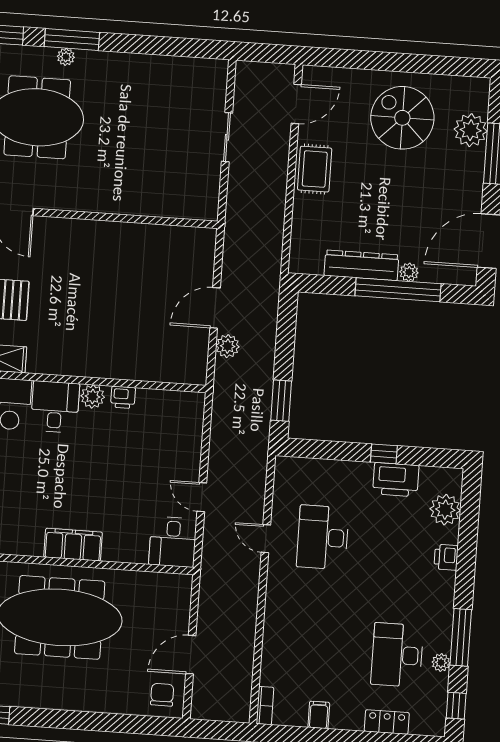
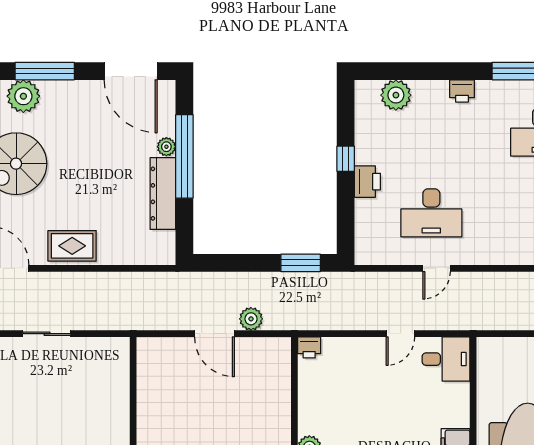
printer: (123, 397) -> (309, 347), moved, turned 90
printer: (396, 480) -> (367, 182), moved, width x0.73, depth x0.84
printer: (446, 557) -> (462, 91), moved

